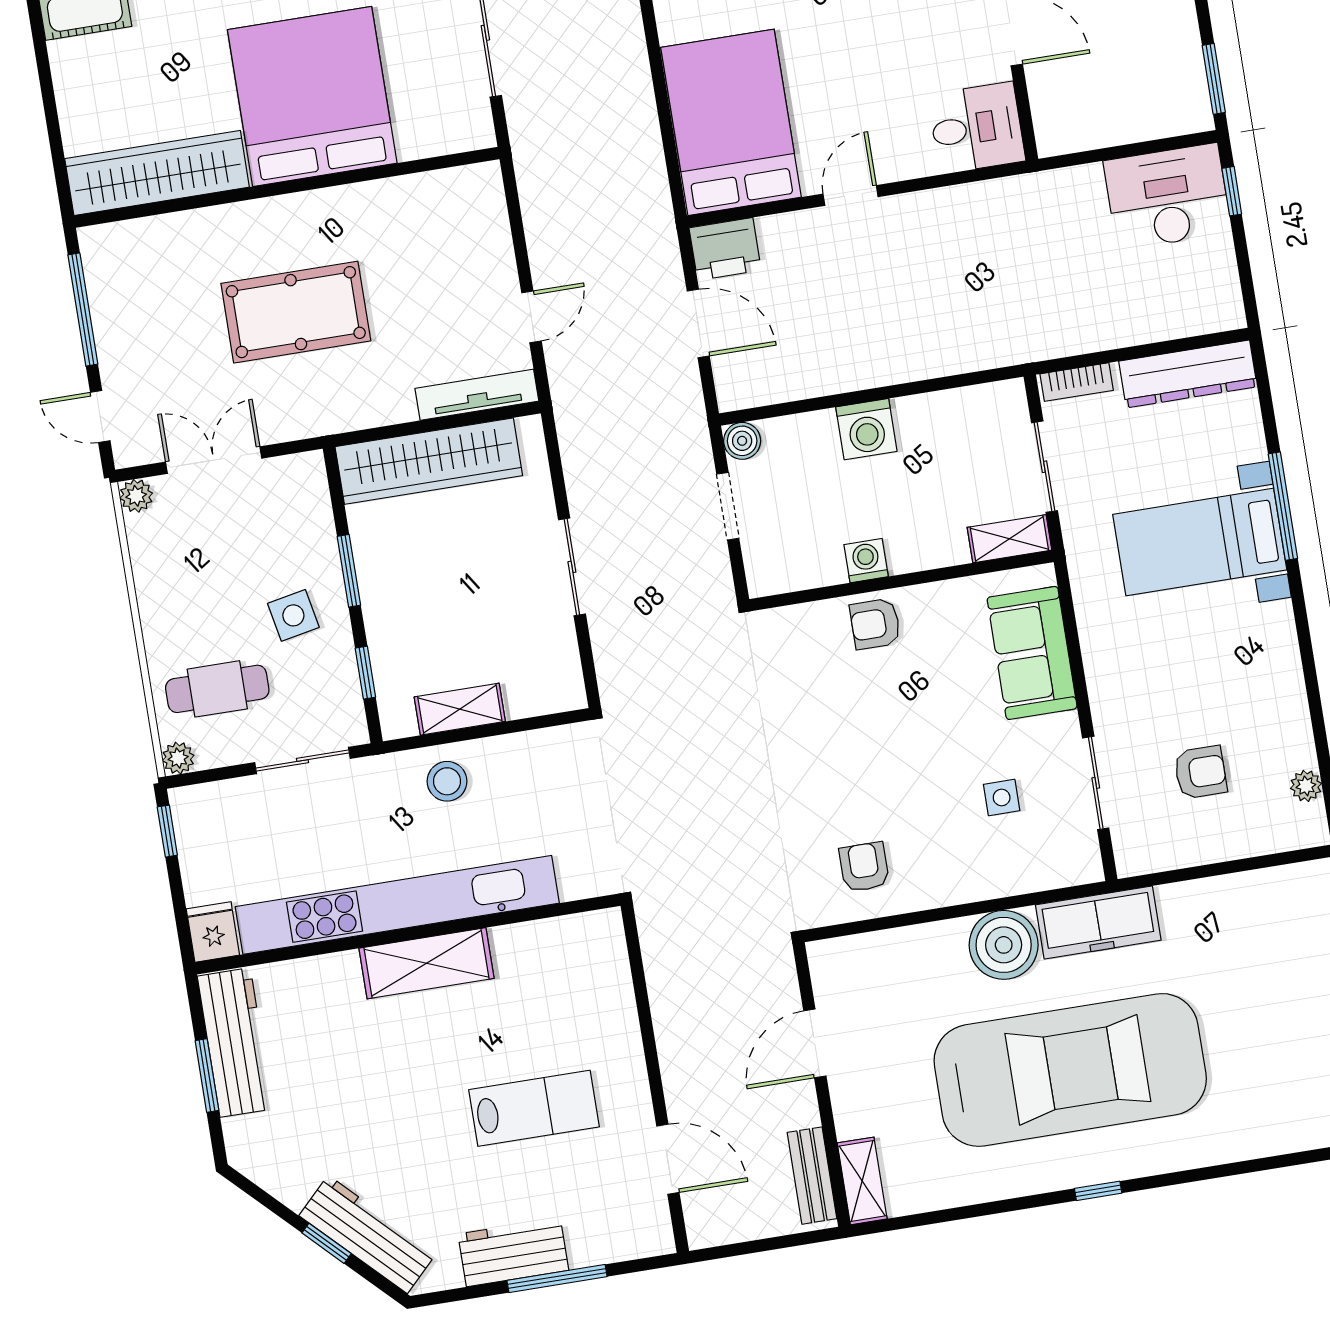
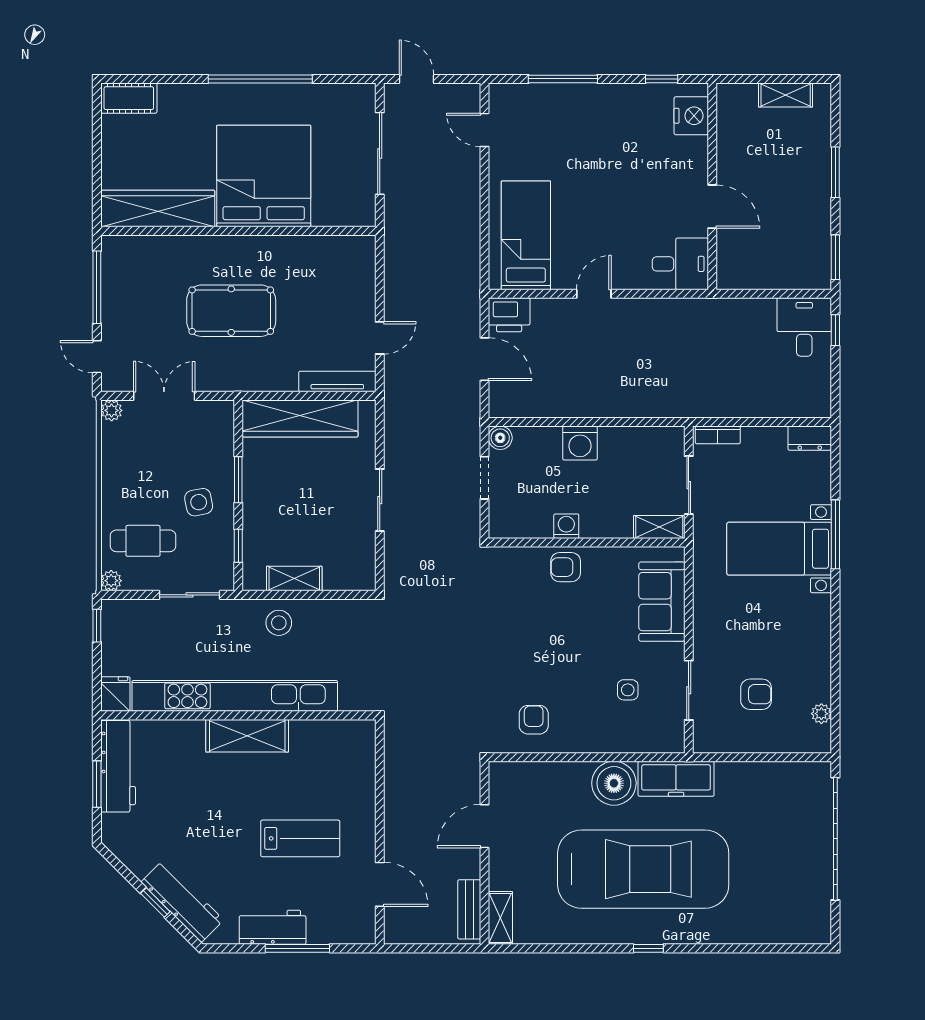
bed: (731, 122) -> (526, 235), width x0.67
desk: (1167, 197) -> (804, 327), width x0.73
dresser: (1188, 374) -> (810, 438), width x0.51, depth x0.80

